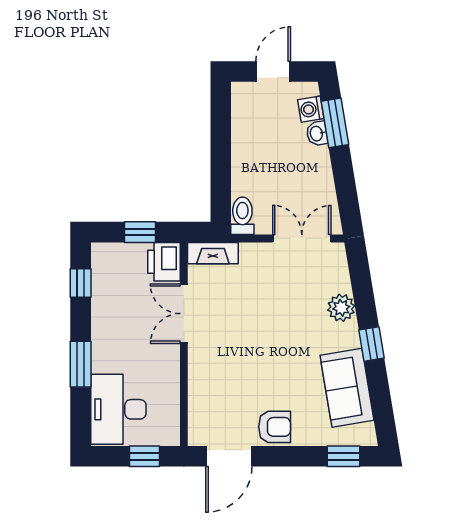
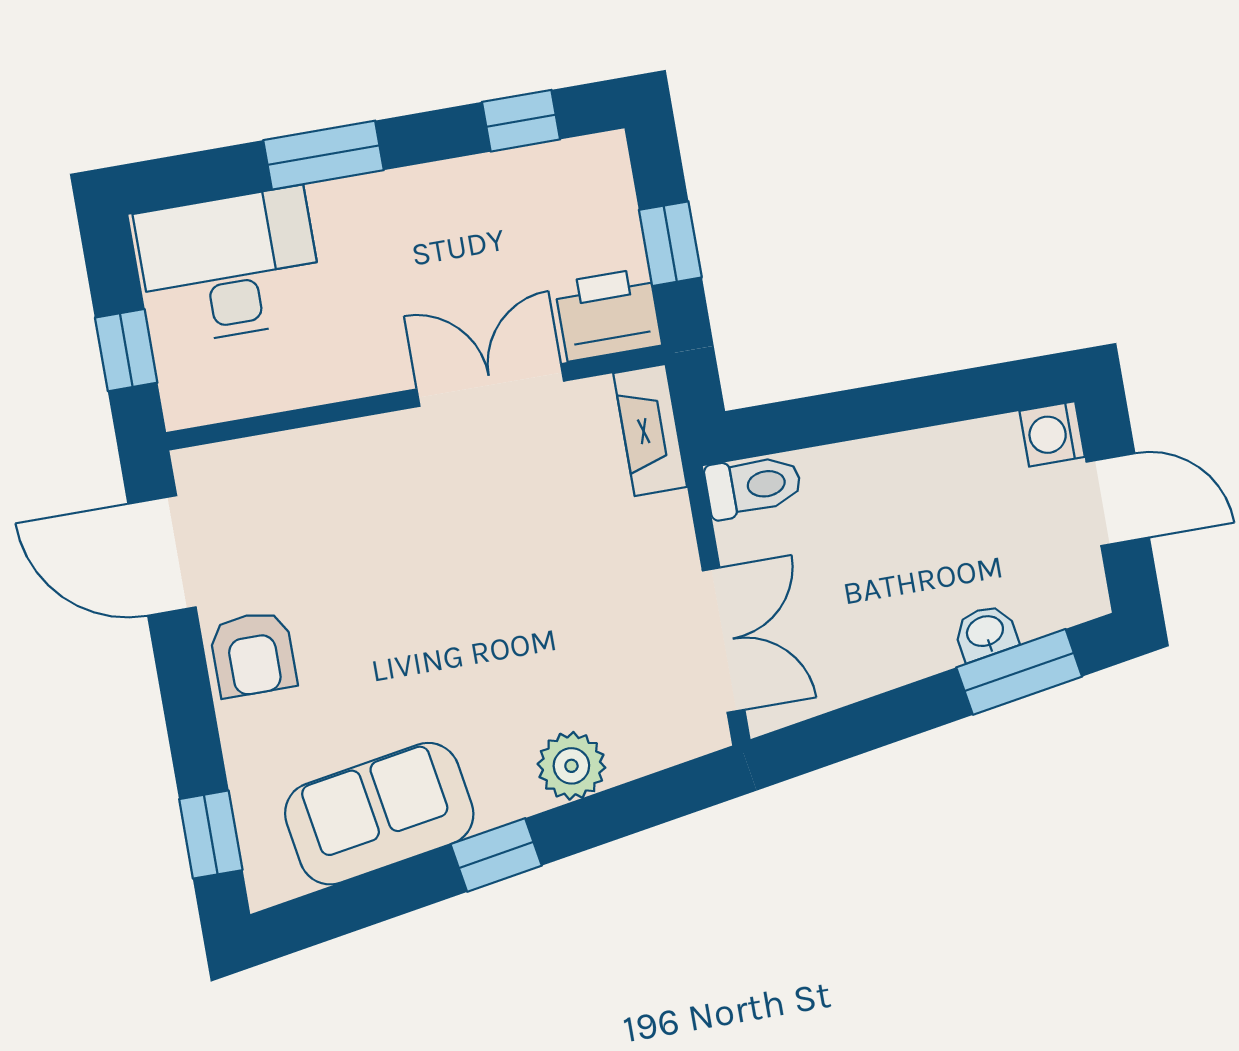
washing machine: (311, 109) -> (1052, 434), moved, turned -81

